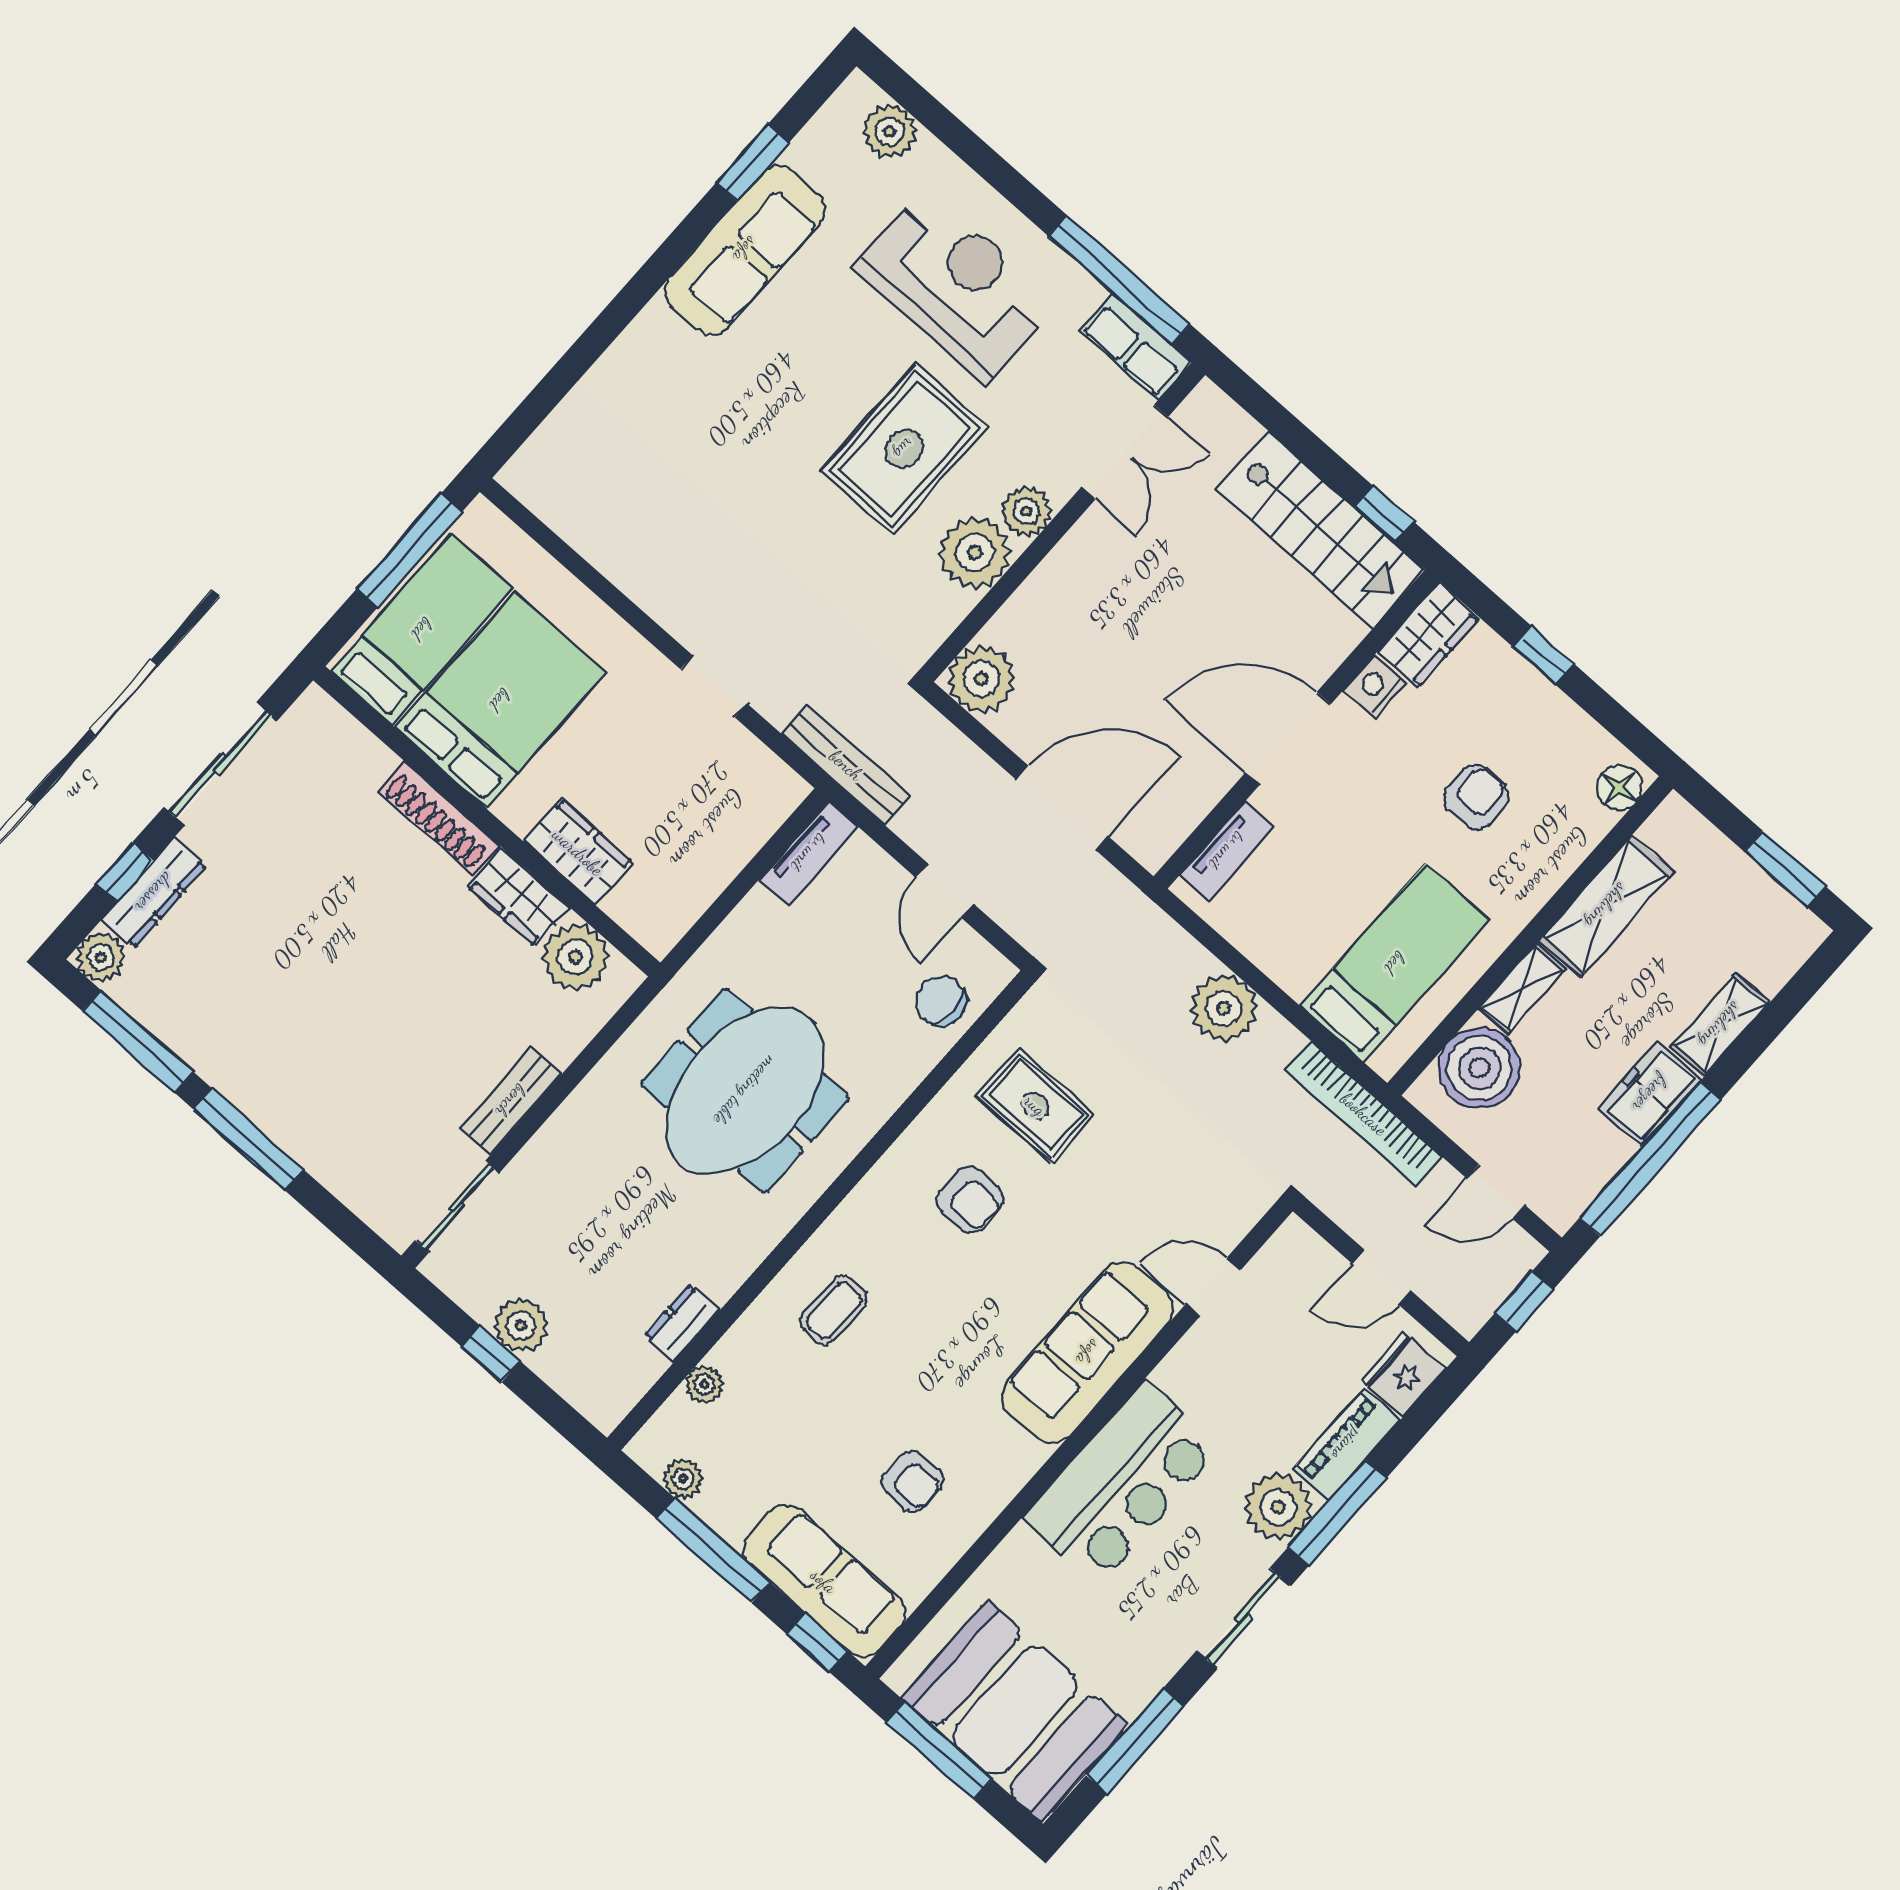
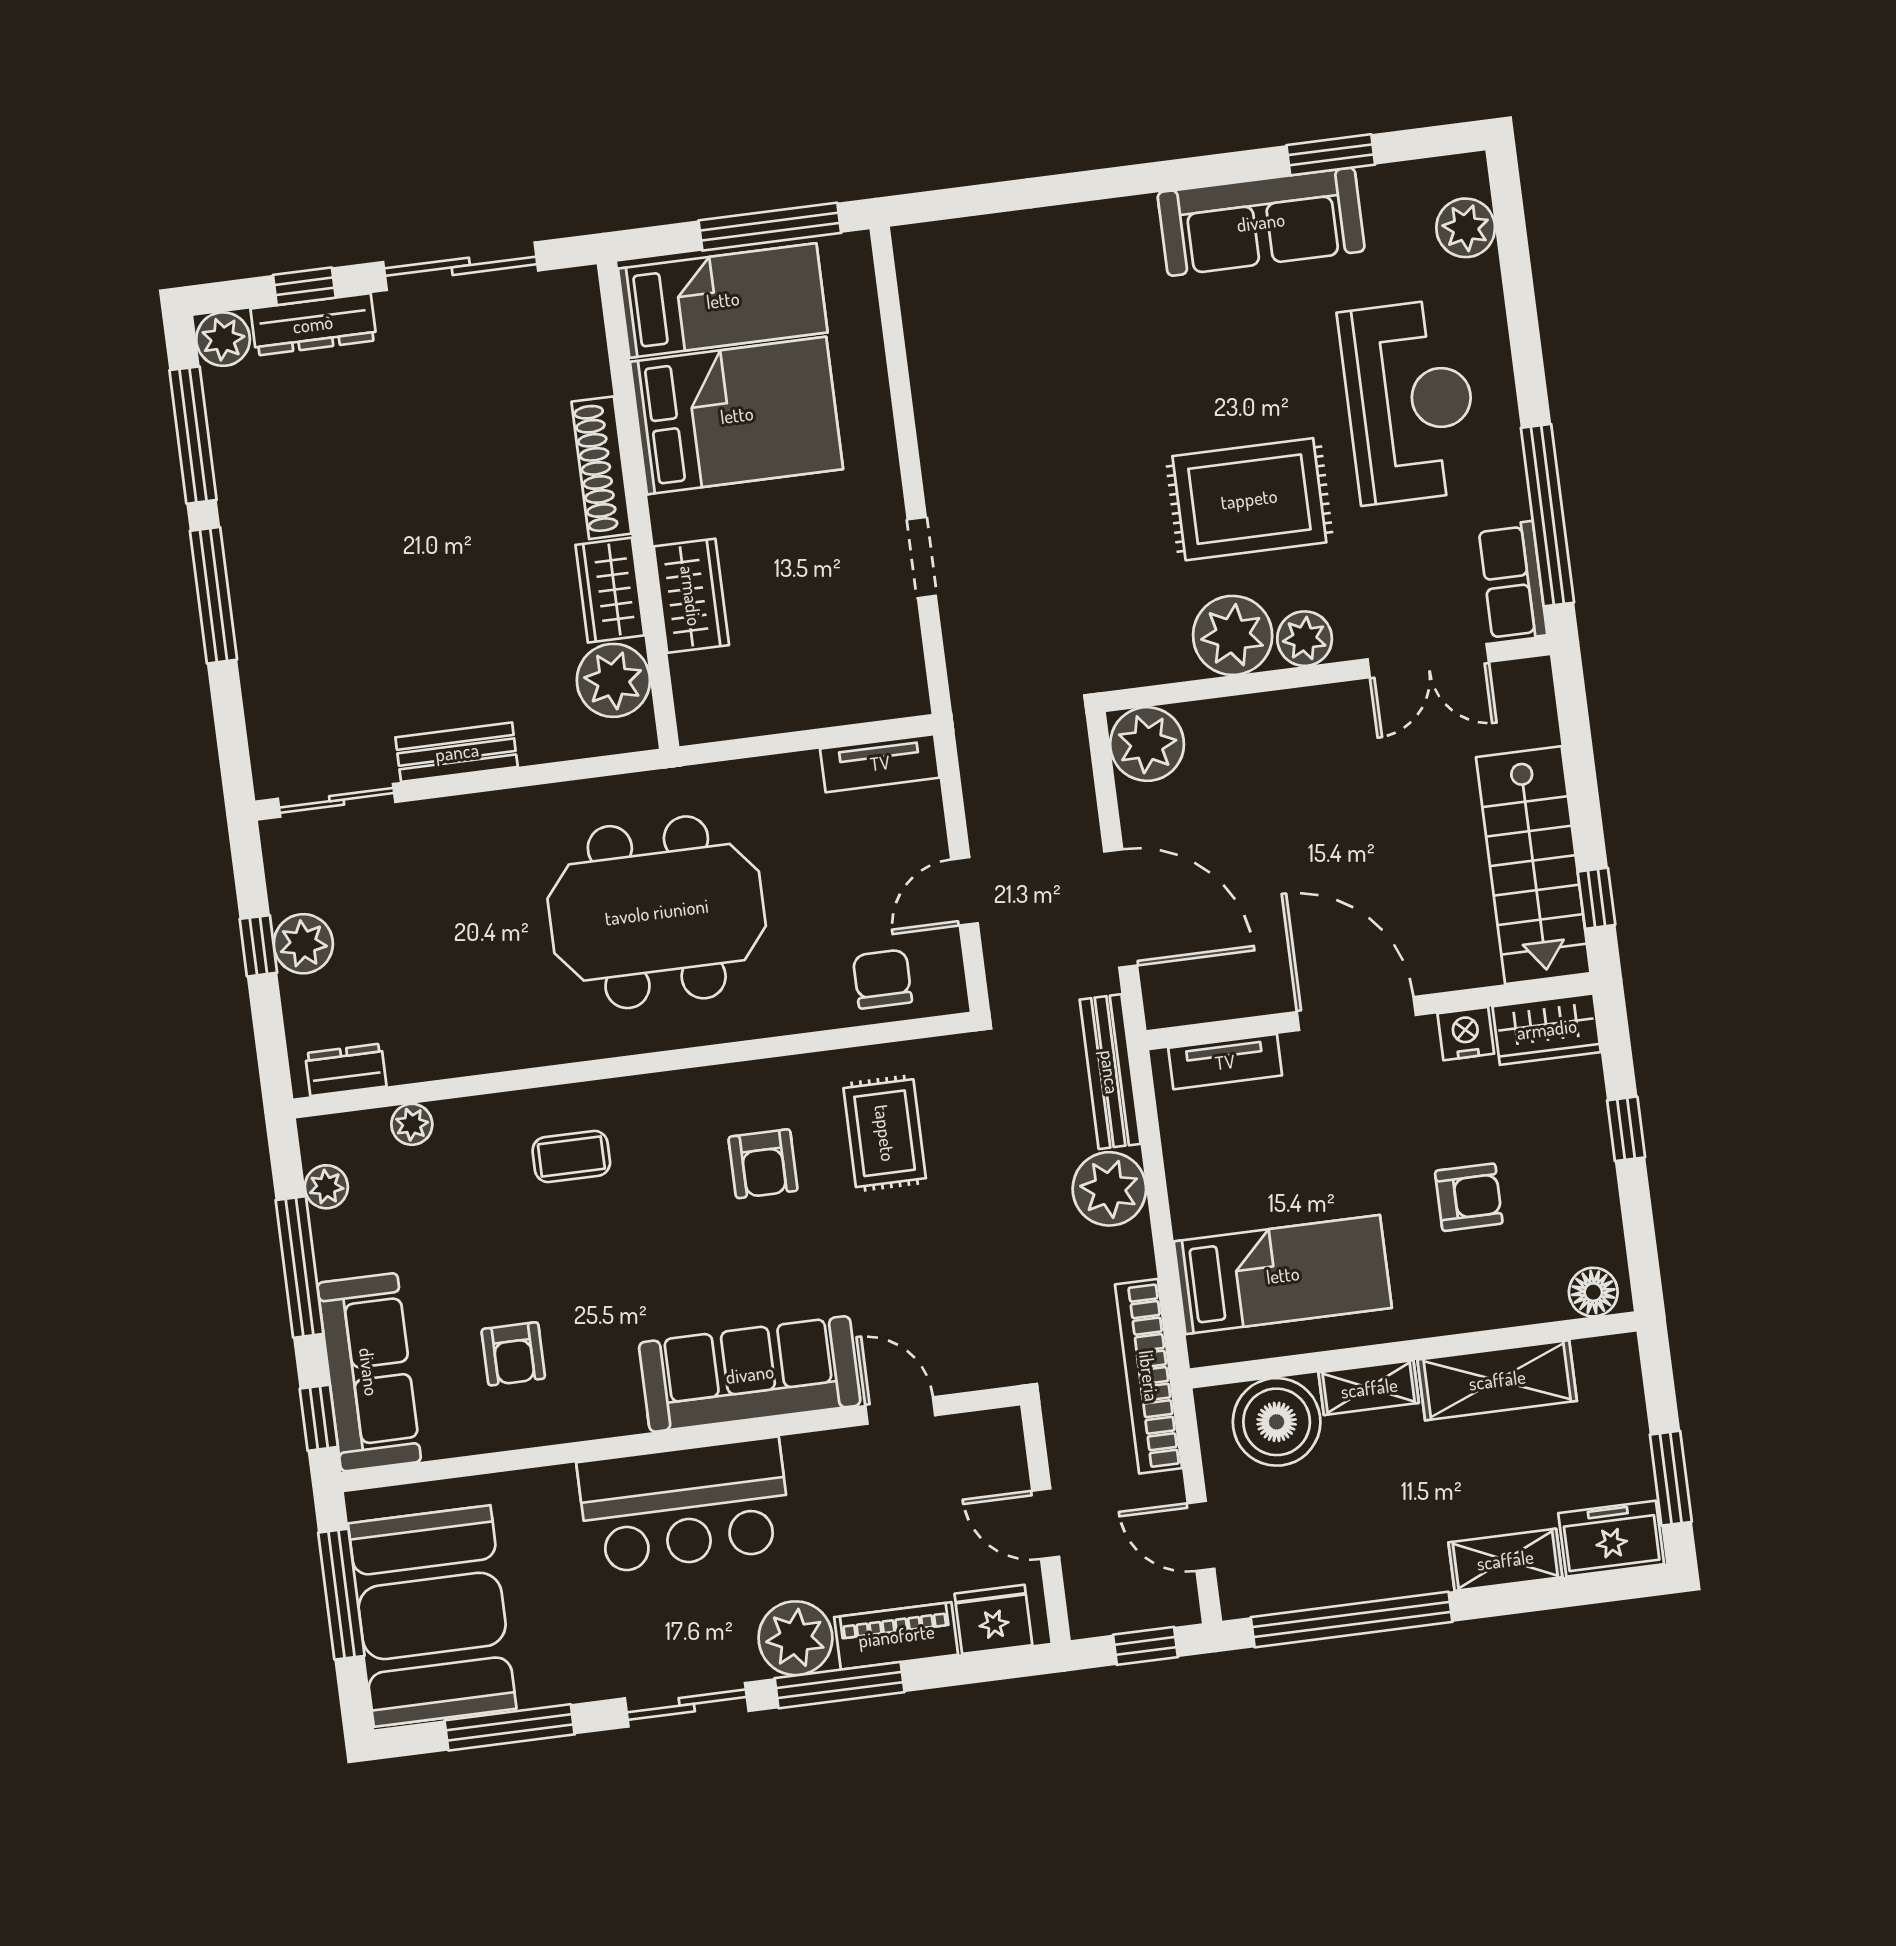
bench: (846, 765) -> (1110, 1072), moved
freezer: (1650, 1094) -> (1611, 1539), moved
dresser: (682, 1323) -> (346, 1070), moved

